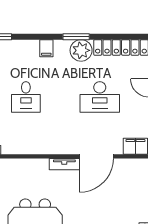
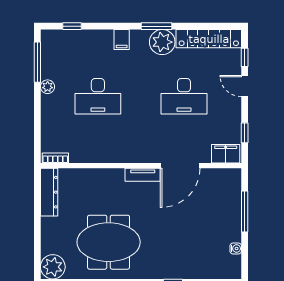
desk: (26, 97) -> (98, 96), width x1.37

